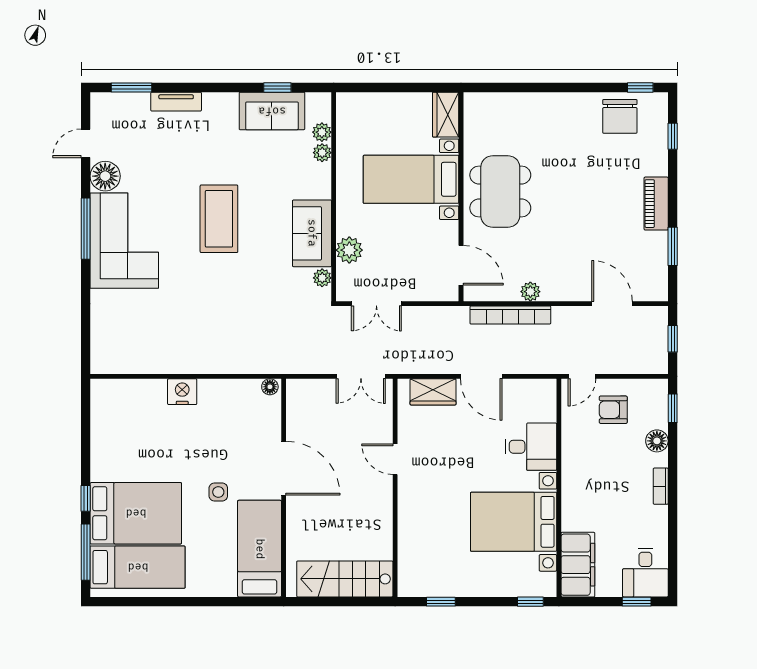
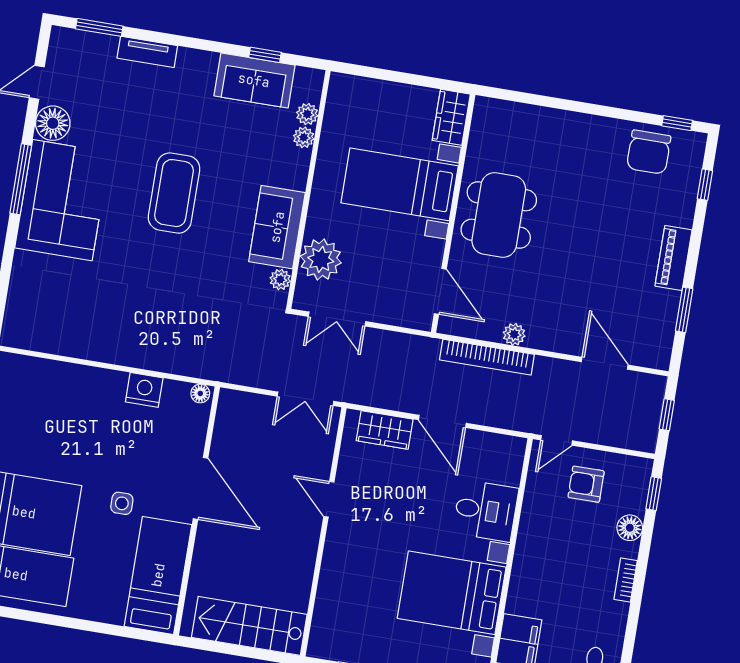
plant: (349, 250) -> (321, 259), width x1.36, depth x1.36
nightstand: (182, 392) -> (144, 390), moved

